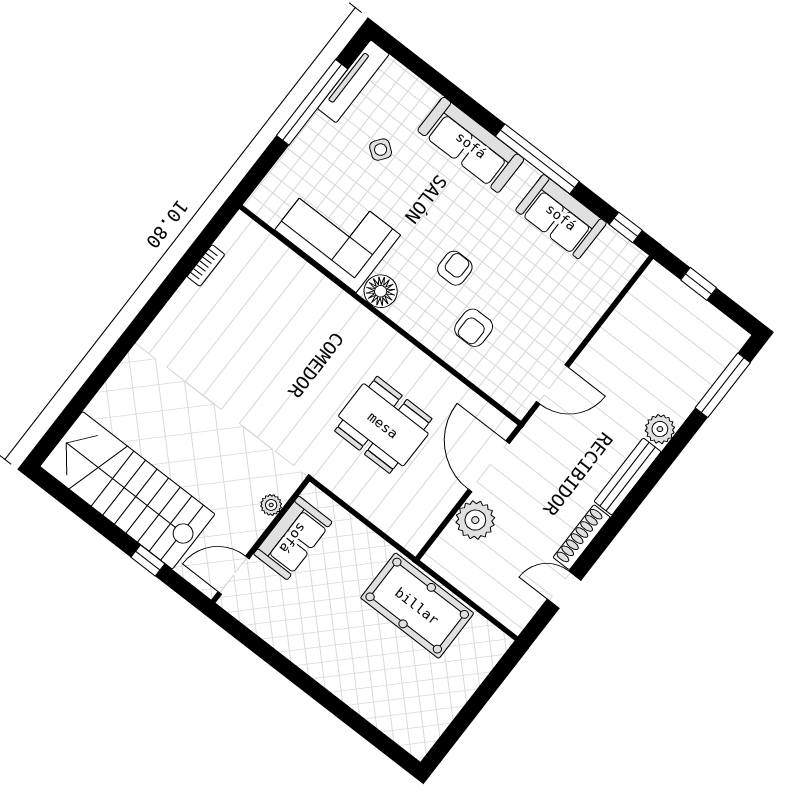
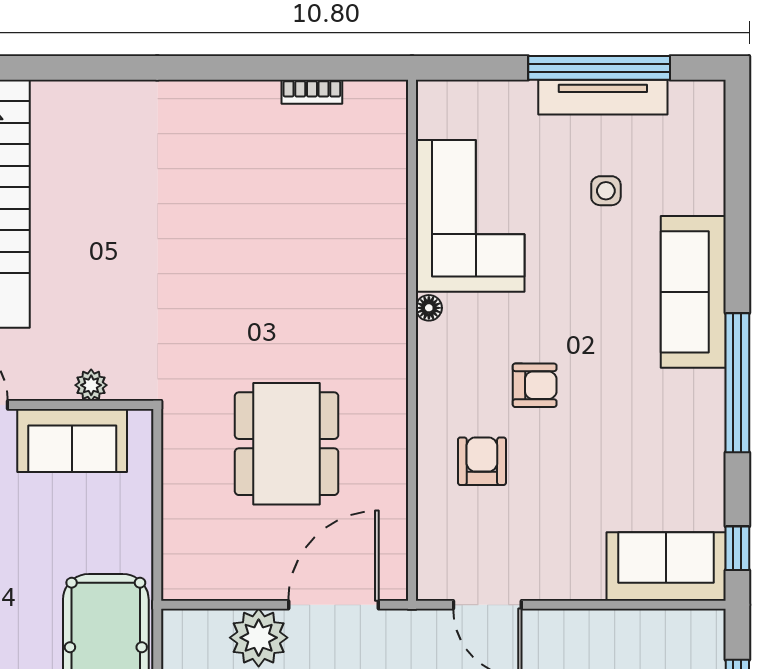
tv unit: (353, 81) -> (603, 97), moved
side table: (381, 150) -> (606, 191), turned -37
sofa: (561, 217) -> (666, 566), moved, turned 90
floor lamp: (381, 291) -> (429, 308), width x0.53, depth x0.53
armchair: (474, 328) -> (482, 461), turned 90

